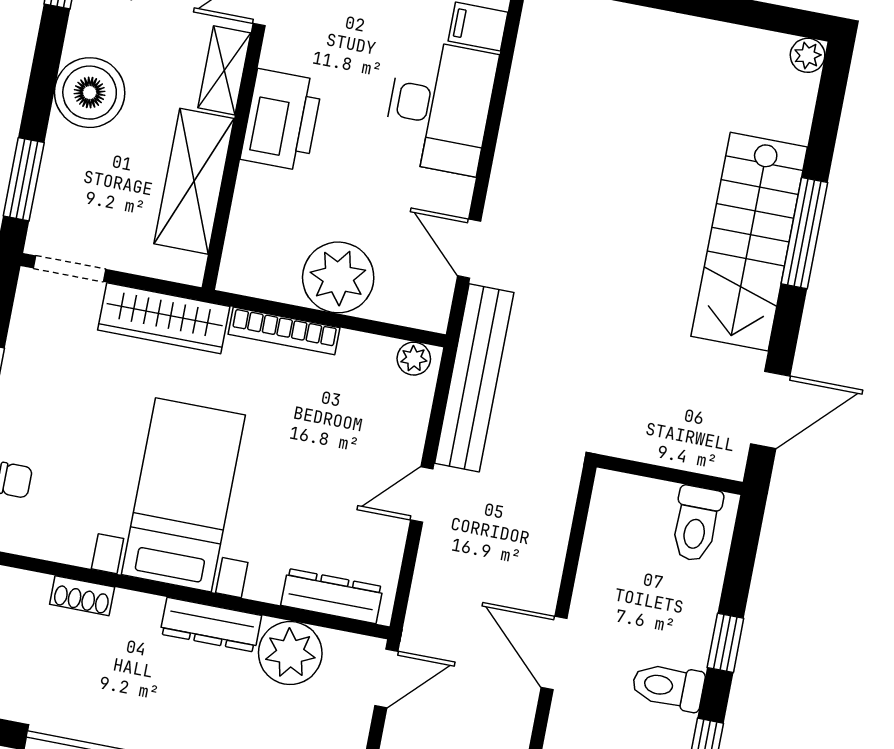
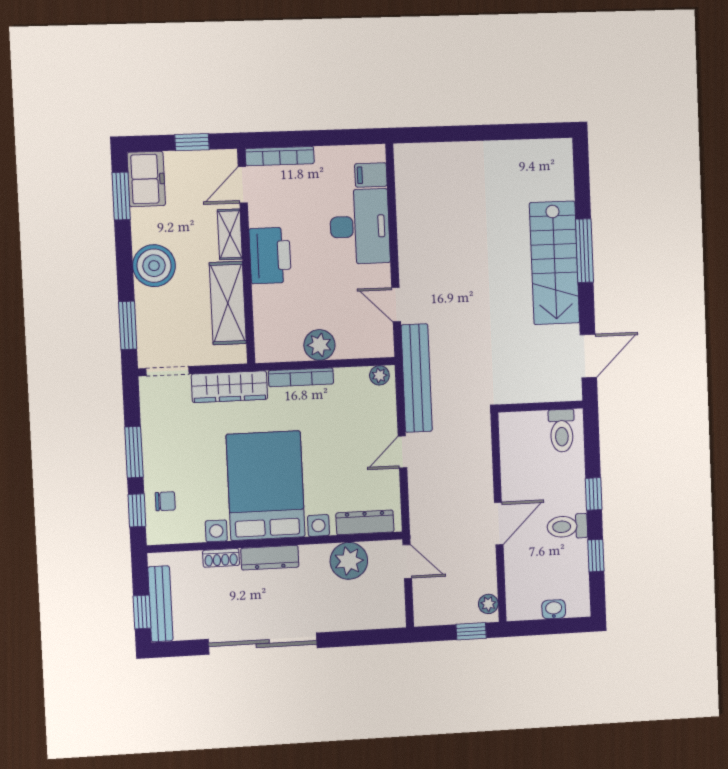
plant: (808, 55) -> (563, 148), removed
plant: (338, 277) -> (319, 345), width x0.73, depth x0.73
bed with nightstands: (183, 495) -> (266, 486), width x1.36
dresser: (211, 625) -> (270, 558), moved
door: (554, 653) -> (499, 524), swing flipped
door: (386, 678) -> (407, 562), hinge flipped

